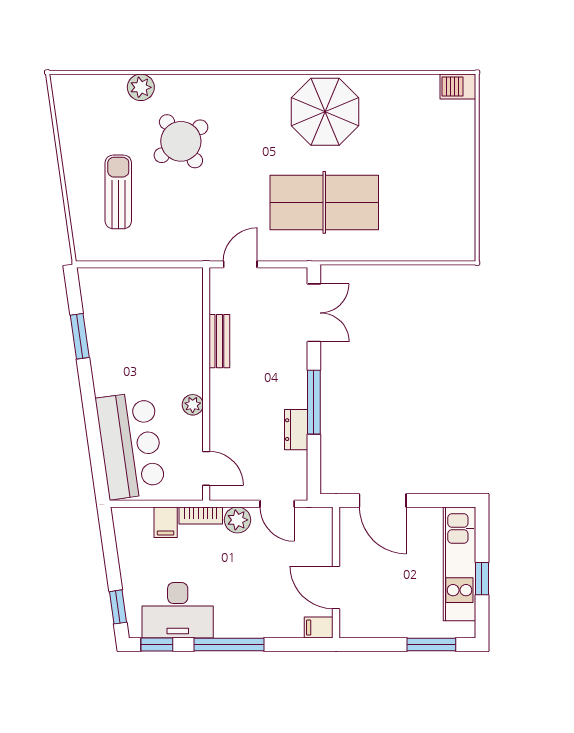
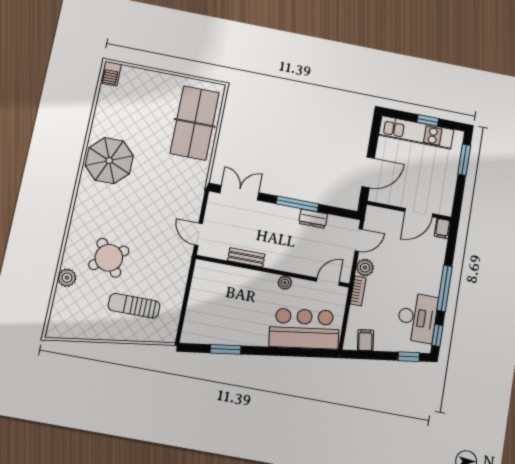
table tennis table: (324, 202) -> (195, 123), moved
filing cabinet: (166, 522) -> (365, 340), moved, turned -98

